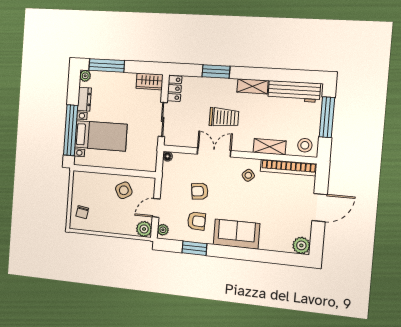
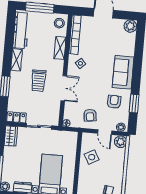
trolley: (224, 117) -> (38, 81), turned 180
double door: (214, 152) -> (64, 88), swing flipped
armchair: (200, 191) -> (90, 115), moved

